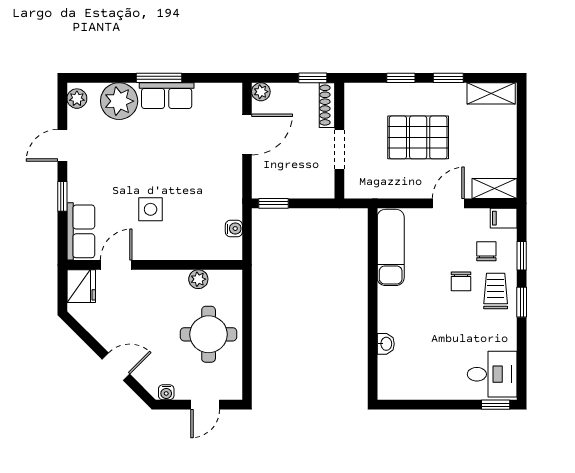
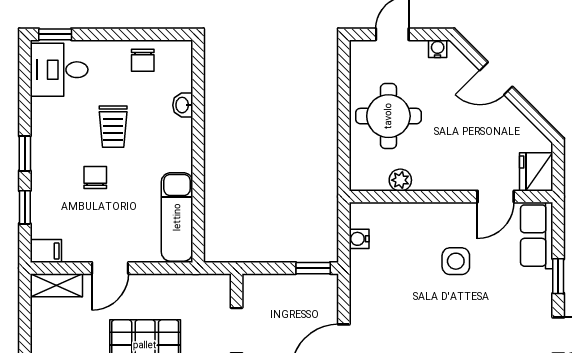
chair: (486, 251) -> (143, 60), moved
trolley: (496, 291) -> (113, 127), moved

